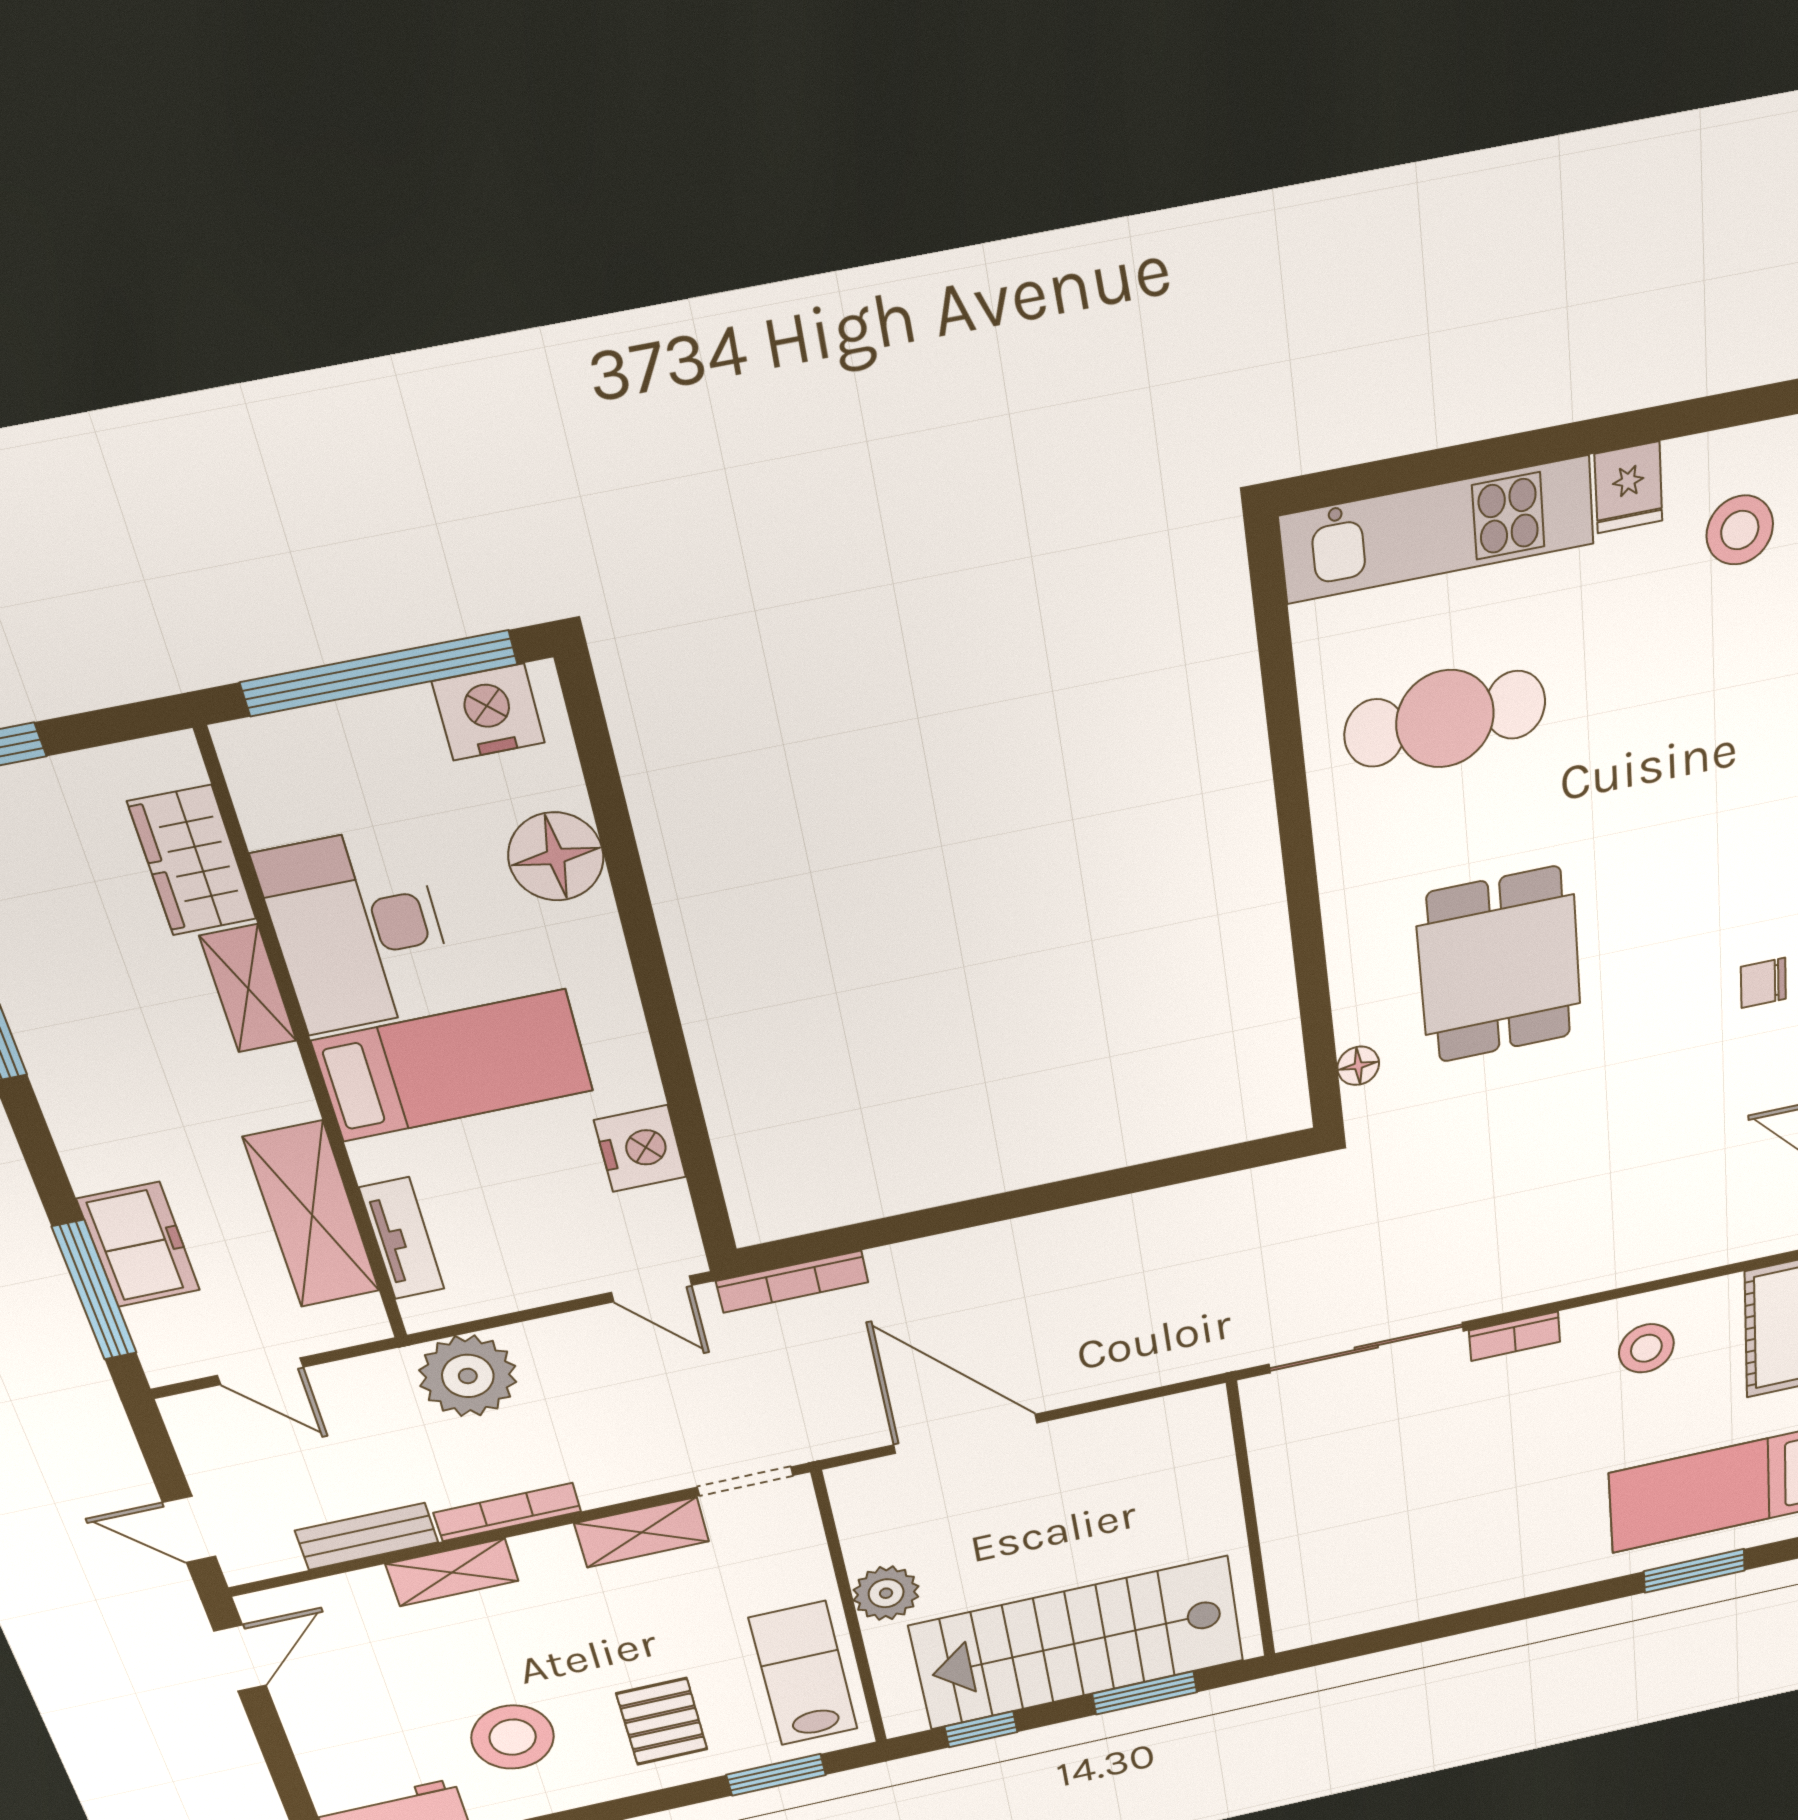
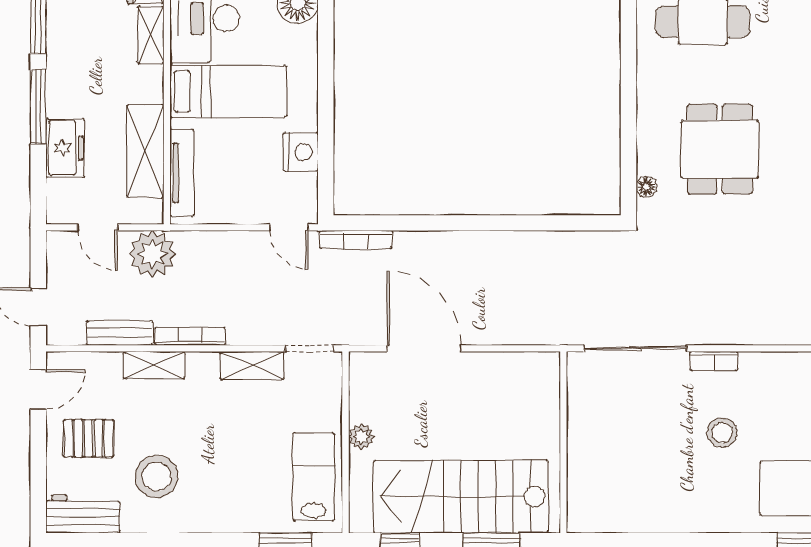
tv unit: (402, 1238) -> (182, 173), width x1.41
window: (94, 1290) -> (38, 107), moved
stool: (1646, 1348) -> (722, 433), moved
plant: (468, 1376) -> (152, 254), moved
plant: (886, 1593) -> (361, 436), width x0.73, depth x0.73
pallet: (662, 1721) -> (89, 438), moved, turned 90

